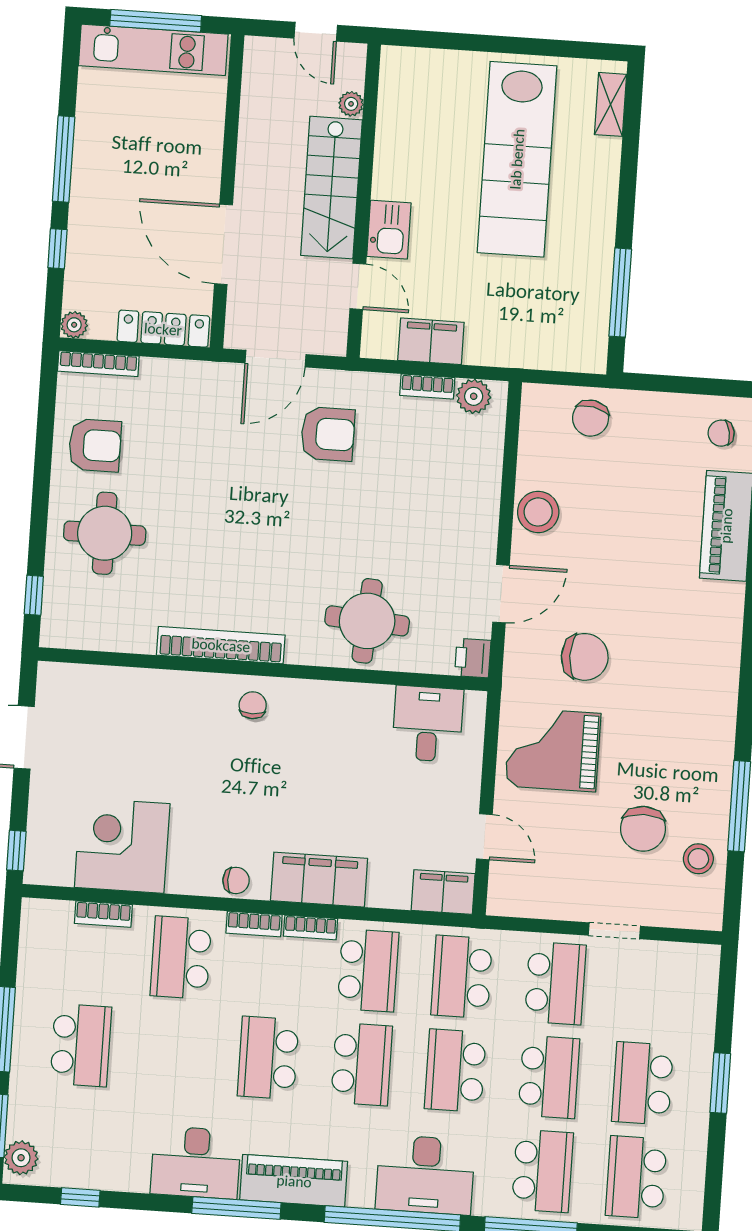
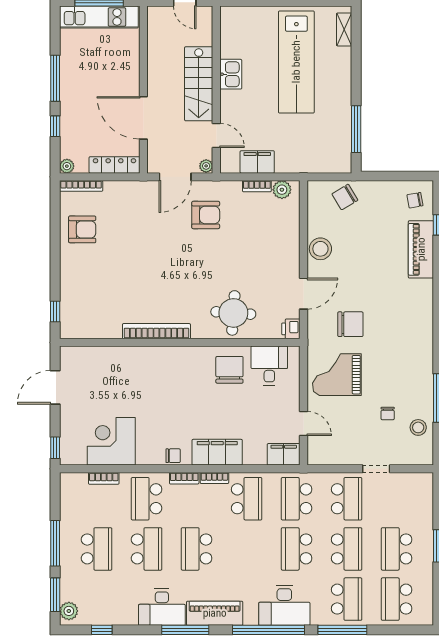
plant: (351, 104) -> (206, 166), moved
kitchen sink: (389, 230) -> (231, 74), moved
chair: (591, 418) -> (345, 197), turned 48
round table: (105, 533) -> (91, 276), removed
chair: (253, 705) -> (229, 370), moved, width x1.87, depth x1.87
chair: (643, 829) -> (388, 413), width x0.54, depth x0.54
school desk: (362, 1064) -> (147, 549), moved

